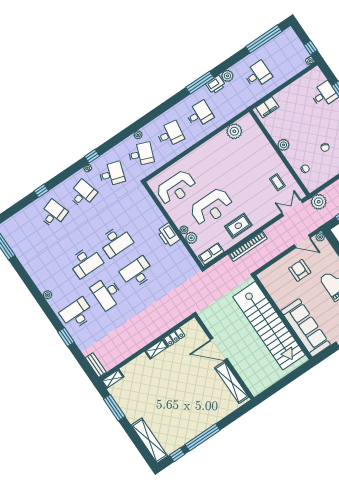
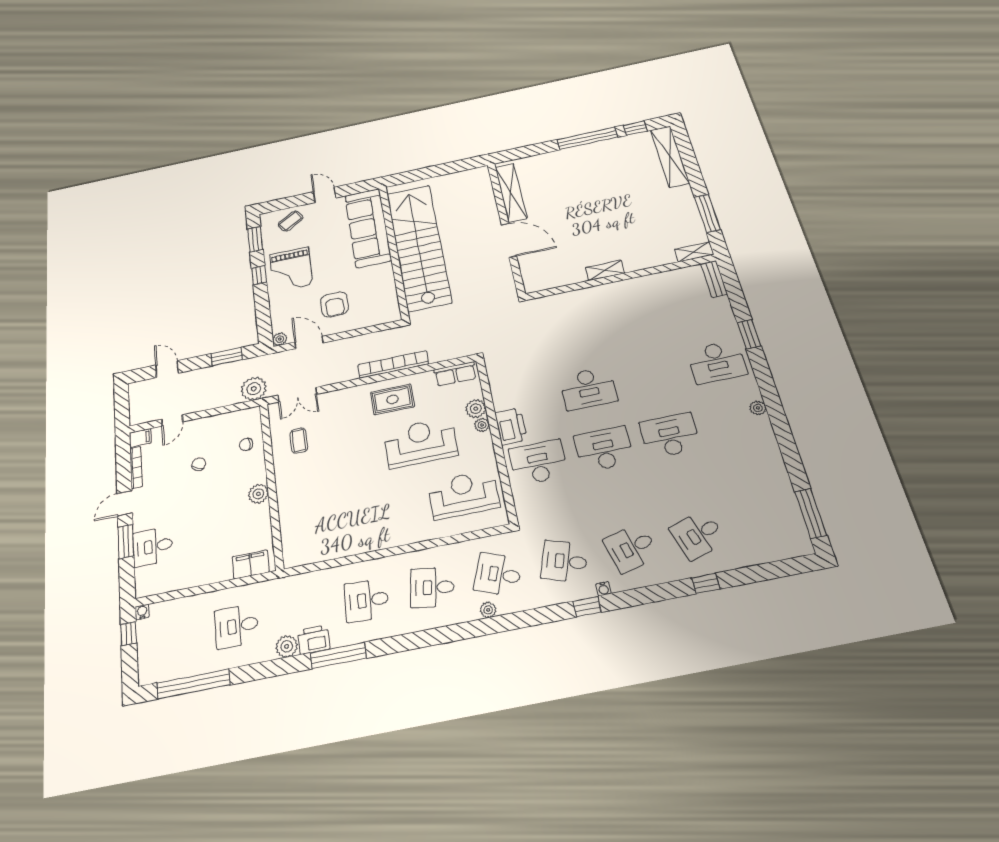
plant: (234, 131) -> (324, 548), removed
desk: (107, 293) -> (538, 462), moved, turned -90
locker: (174, 337) -> (569, 278), removed

